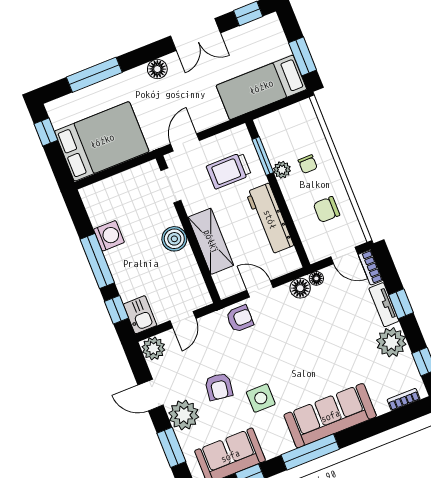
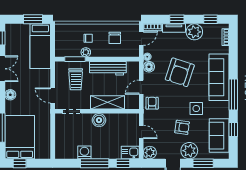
bed: (102, 141) -> (20, 137), moved
armchair: (312, 345) -> (180, 72), added

